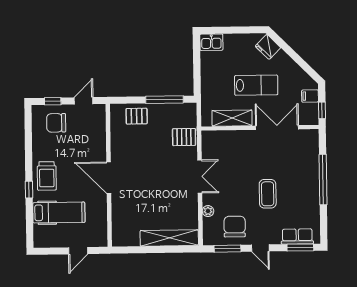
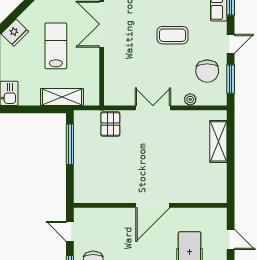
pallet: (137, 116) -> (87, 175), removed
shelving: (232, 118) -> (62, 97), moved, turned 90
chair: (235, 227) -> (207, 71), turned -90
shelving: (169, 238) -> (218, 141), width x0.68

